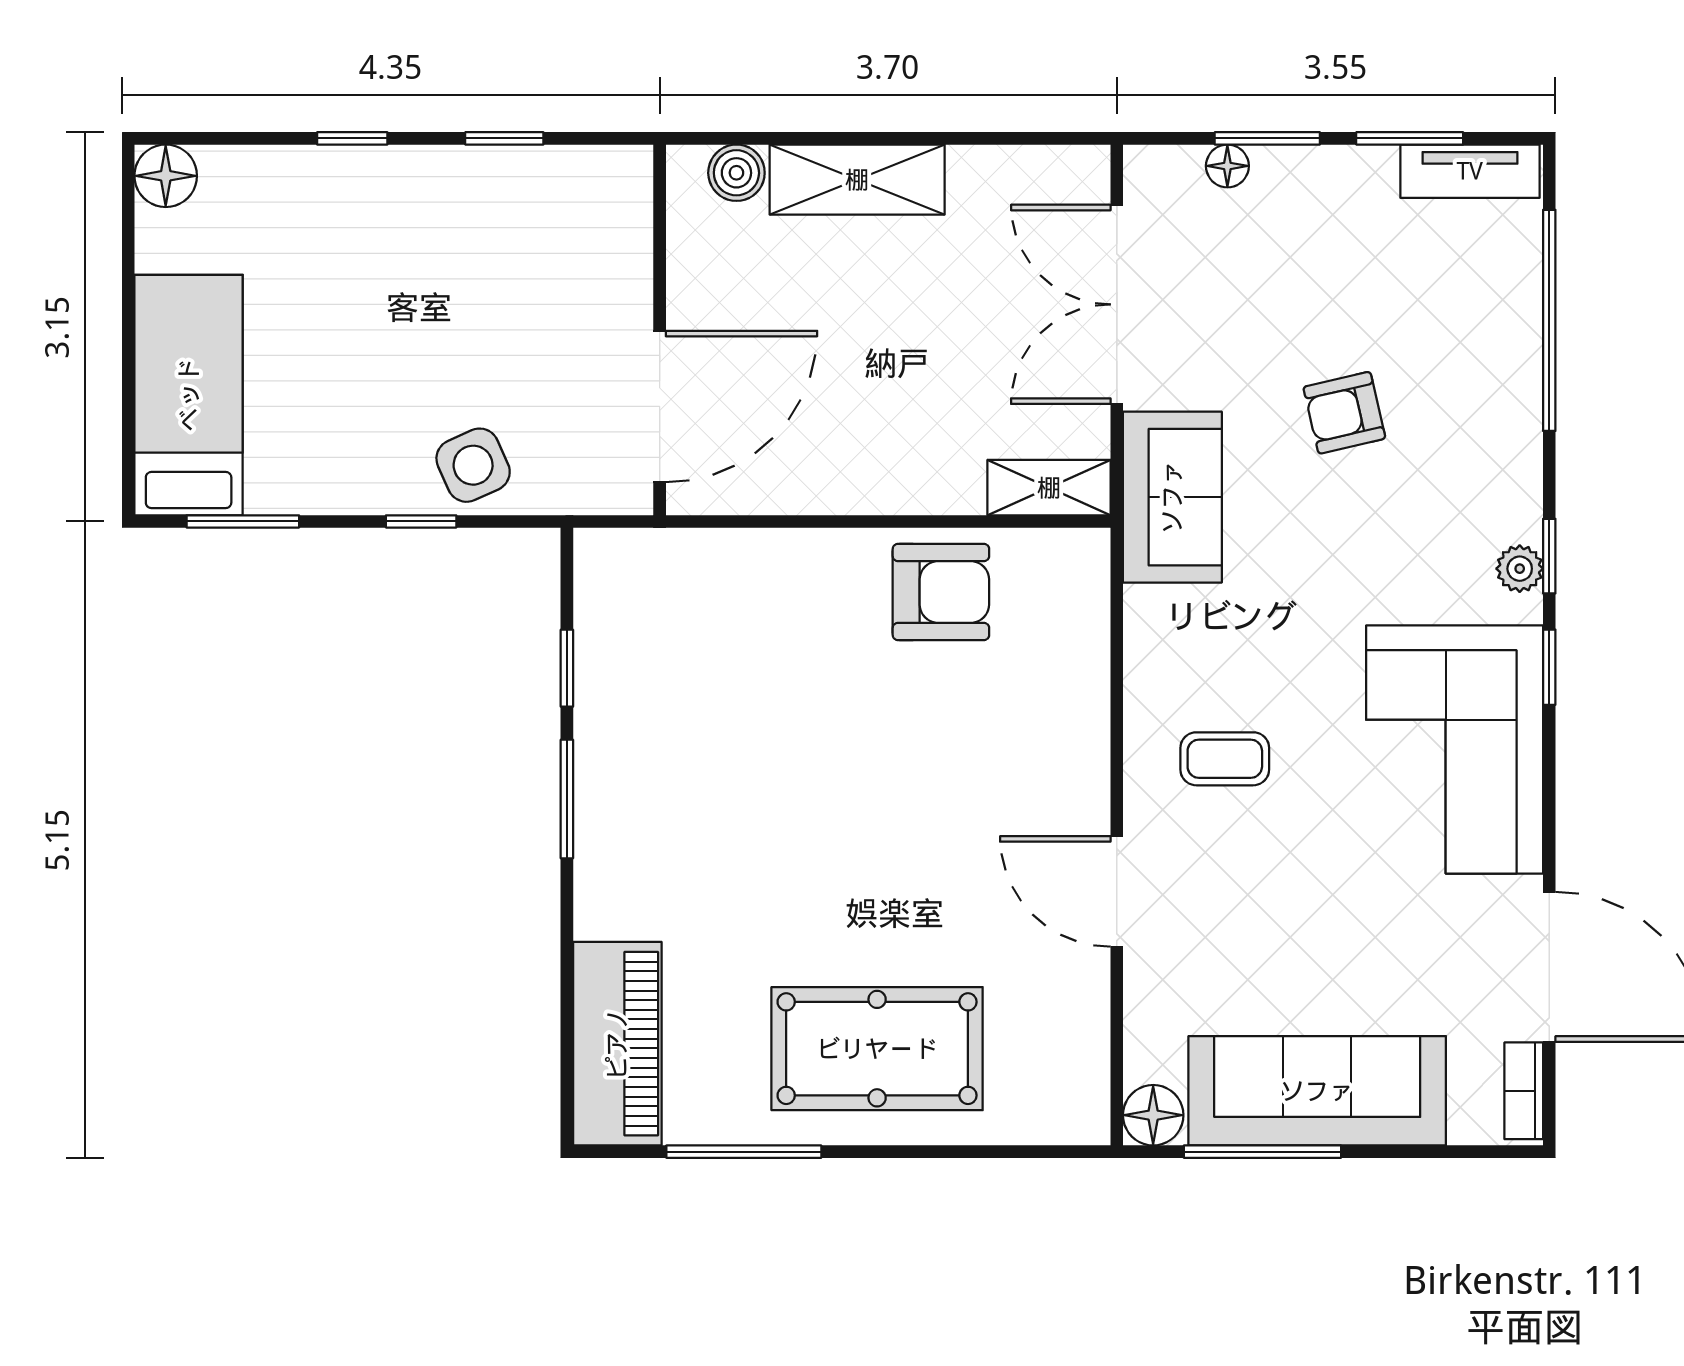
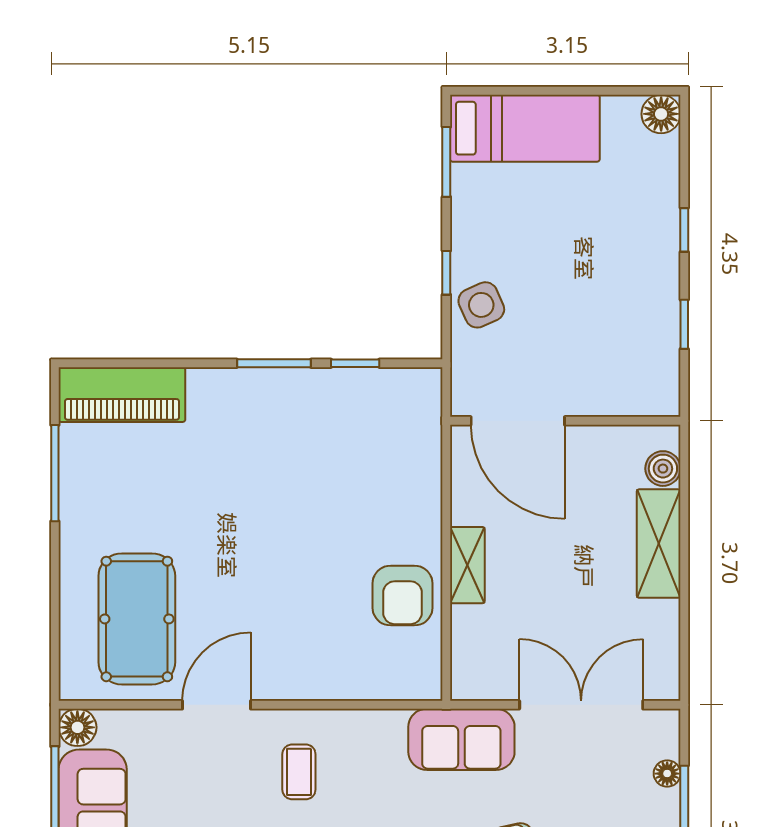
shelving: (1049, 488) -> (467, 565), moved
pool table: (877, 1049) -> (137, 619), moved

